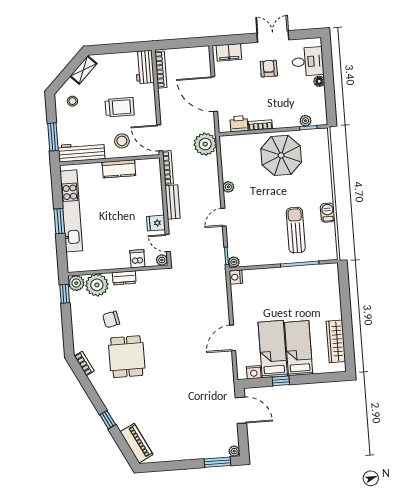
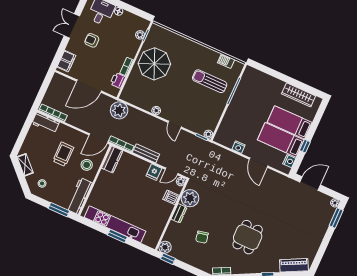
kitchen counter: (119, 169) -> (112, 159), moved
barbecue: (328, 213) -> (226, 61), moved
nightstand: (236, 277) -> (238, 147), moved
plant: (97, 285) -> (190, 198), moved
dining table: (127, 357) -> (248, 237), moved, turned 90

